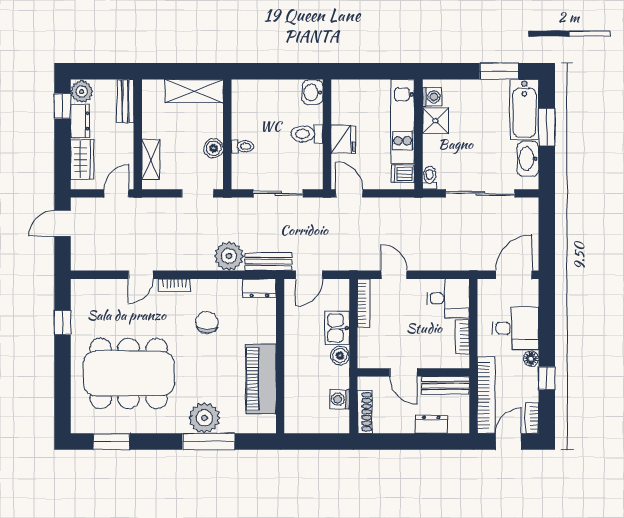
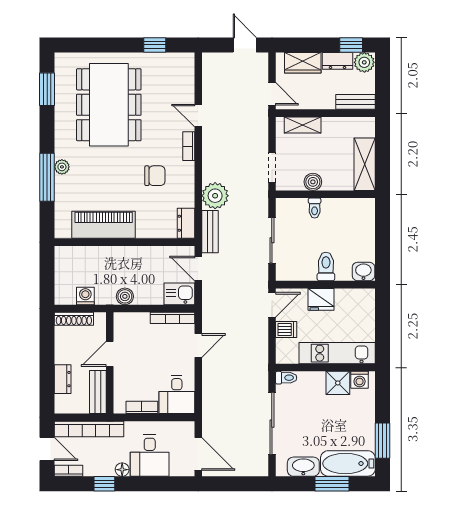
dishwasher: (403, 174) -> (286, 329), moved, turned 90
kitchen sink: (337, 328) -> (179, 294), moved
plant: (204, 418) -> (62, 167), width x0.53, depth x0.53

